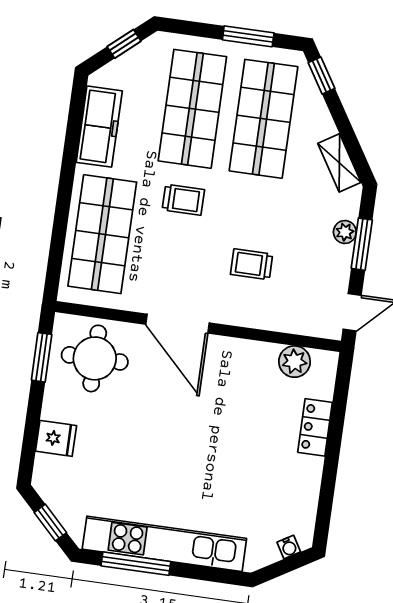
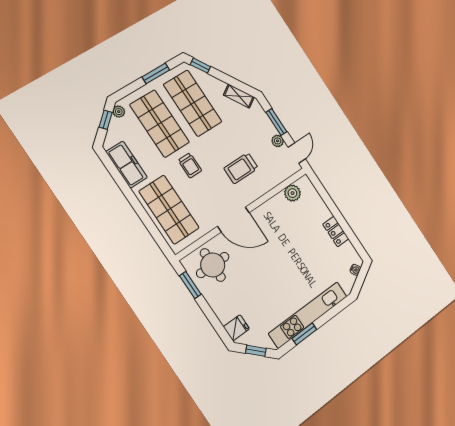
plant: (151, 47) -> (119, 112), added
trolley: (183, 200) -> (190, 165), turned 90
plant: (345, 232) -> (278, 141), moved
trolley: (252, 264) -> (241, 168), width x1.36, depth x1.39
locker: (315, 427) -> (336, 232), moved
fridge: (56, 438) -> (236, 328), moved
window: (136, 564) -> (304, 334), width x0.69

